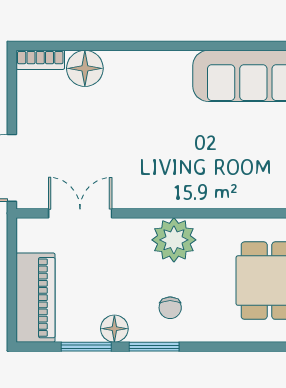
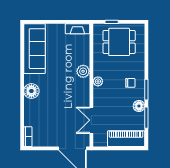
floor lamp: (85, 68) -> (31, 91), moved
plant: (198, 193) -> (83, 71), added
plant: (174, 240) -> (98, 81), width x0.53, depth x0.53

